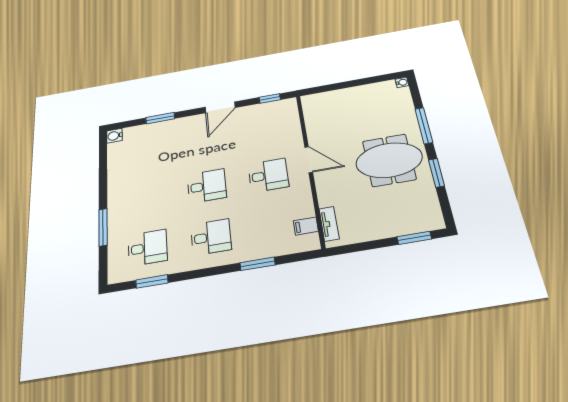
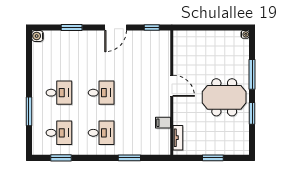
desk: (268, 175) -> (59, 93), moved
filing cabinet: (306, 226) -> (163, 123), moved
window: (414, 238) -> (213, 158), moved

